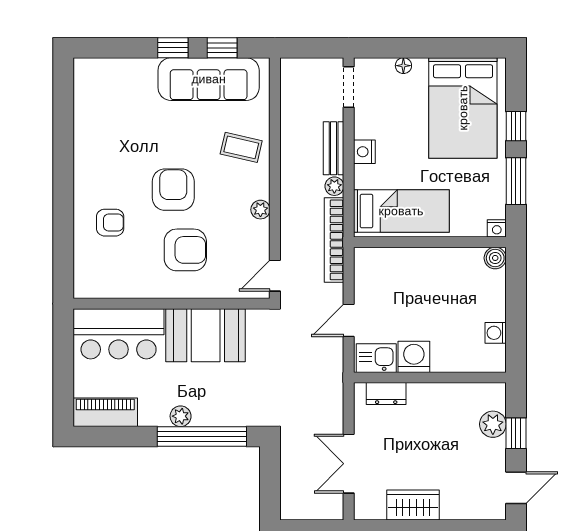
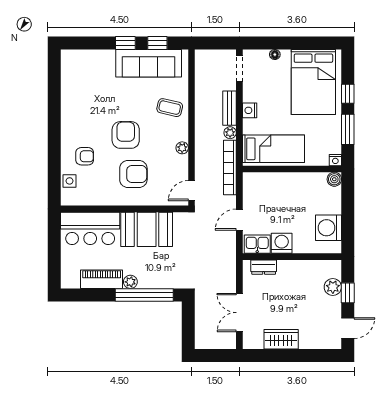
side table: (87, 261) -> (70, 181), added
washing machine: (496, 333) -> (329, 228), width x1.89, depth x1.89
piano: (105, 412) -> (102, 279), moved

